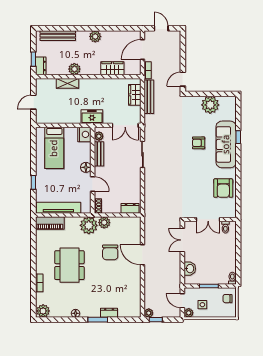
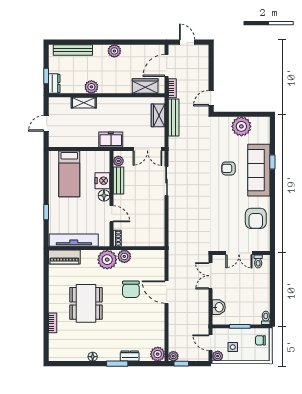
wardrobe: (112, 68) -> (145, 86), moved
nightstand: (84, 134) -> (102, 181), moved
dresser: (130, 208) -> (153, 241), removed
plant: (43, 311) -> (158, 354), moved

